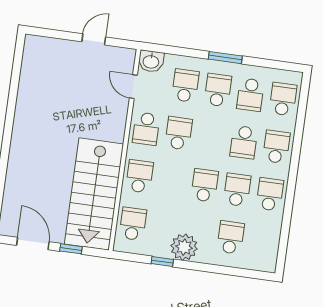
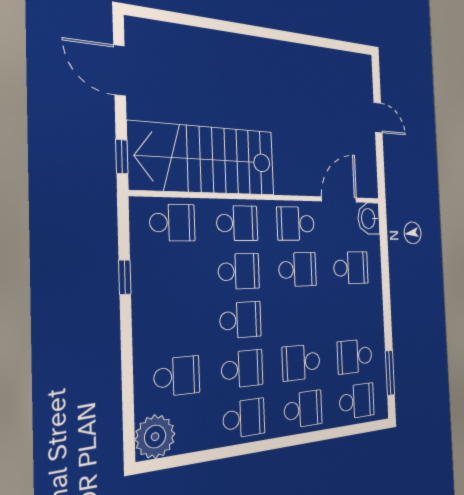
door: (94, 39) -> (378, 118), moved
window: (225, 58) -> (390, 373), moved
door: (133, 87) -> (339, 200), width x1.38
school desk: (218, 90) -> (239, 271), moved
door: (33, 244) -> (120, 70), swing flipped
plant: (184, 247) -> (155, 437), moved
window: (71, 249) -> (122, 157), moved

